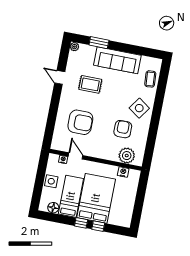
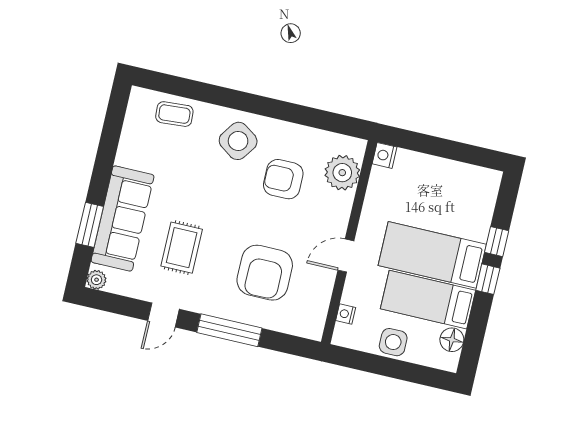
sofa: (117, 60) -> (123, 219), moved
window: (54, 107) -> (229, 330), added
armchair: (80, 122) -> (265, 273), turned 180
door: (75, 156) -> (346, 256), moved
nightstand: (123, 172) -> (385, 155), moved
bed: (96, 198) -> (432, 255), width x0.67

